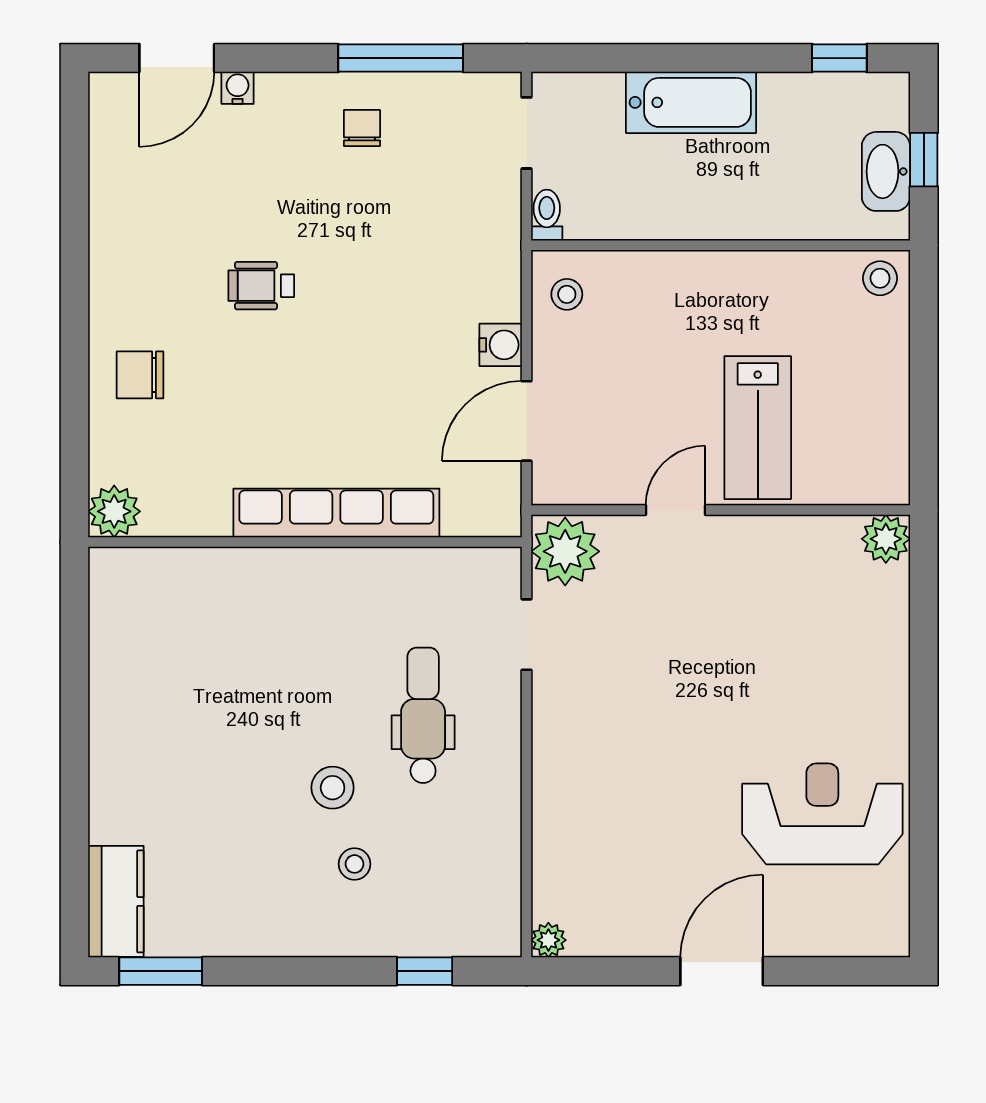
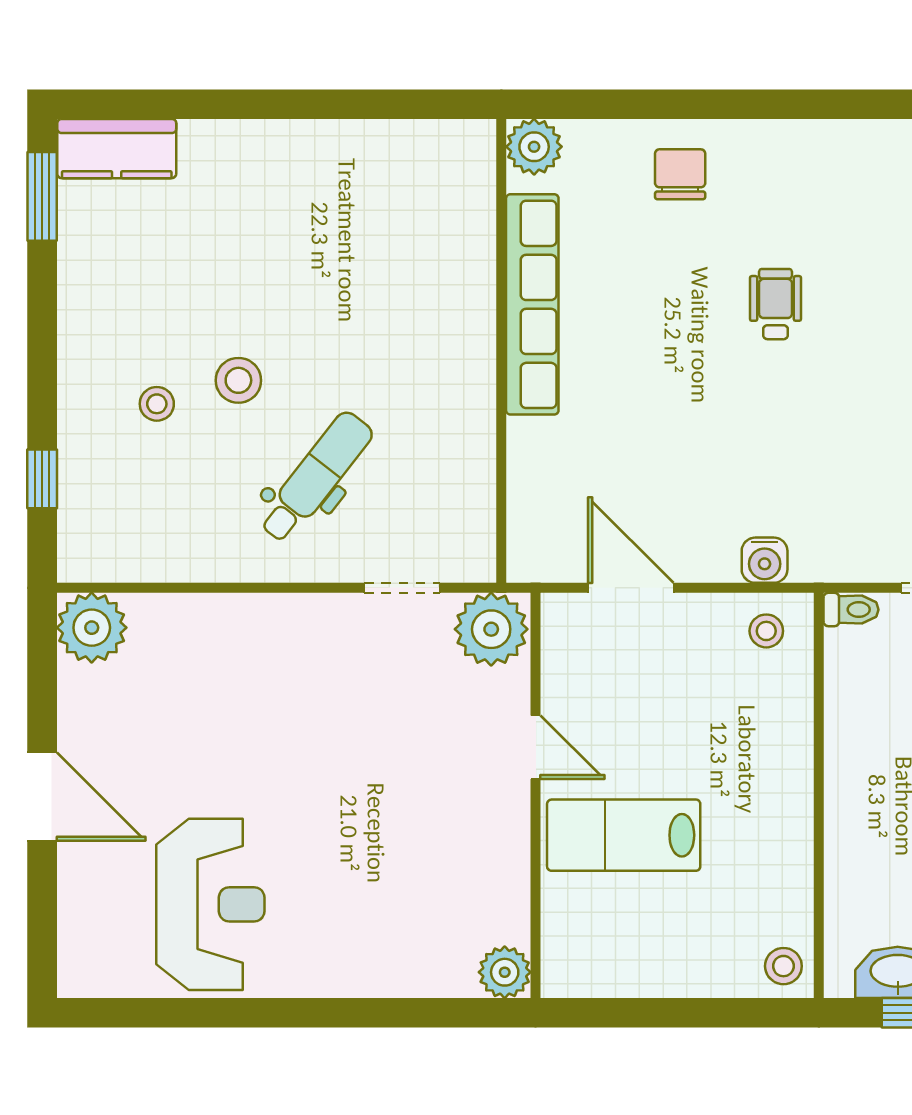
water cooler: (501, 345) -> (765, 560), moved
row of seats: (336, 513) -> (532, 304), moved
dental chair: (423, 715) -> (316, 477), turned -52
plant: (548, 940) -> (92, 628), width x1.88, depth x1.88

